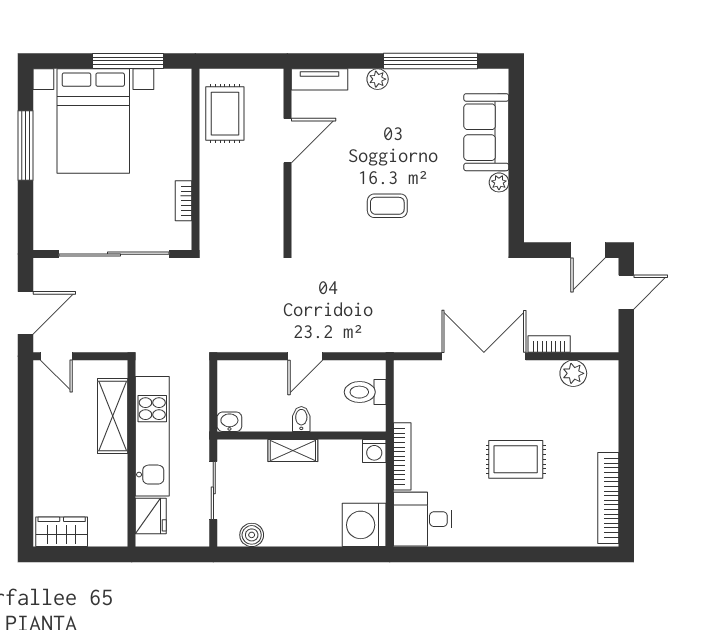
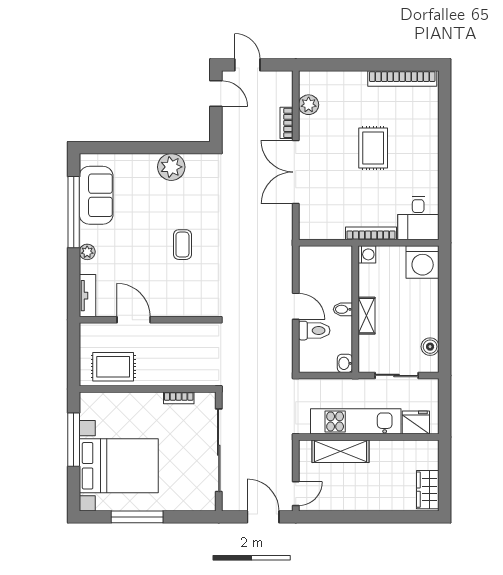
sofa: (486, 132) -> (96, 195), moved, turned -90
plant: (499, 182) -> (171, 167), width x1.88, depth x1.88
toilet: (365, 392) -> (314, 331), moved, turned -90

